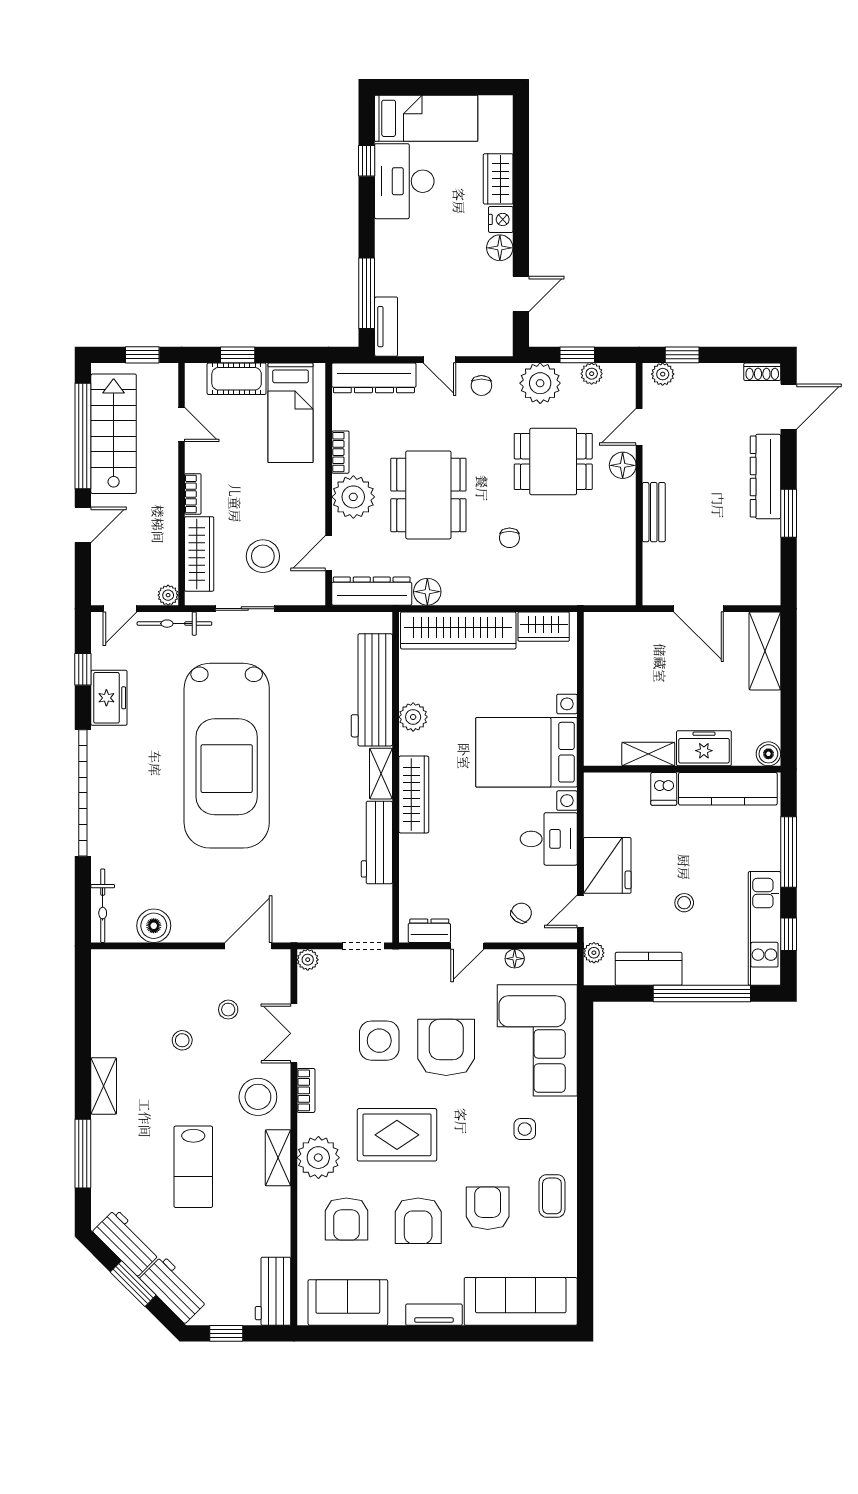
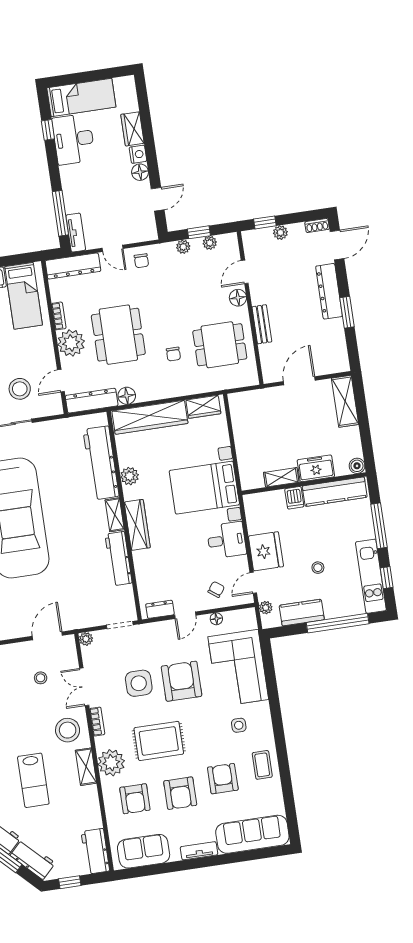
plant: (663, 374) -> (280, 233), moved
plant: (540, 383) -> (183, 247), width x0.53, depth x0.53
dining table: (553, 461) -> (220, 345), moved
door: (699, 609) -> (299, 381), swing flipped
stool: (182, 1040) -> (14, 702), removed

